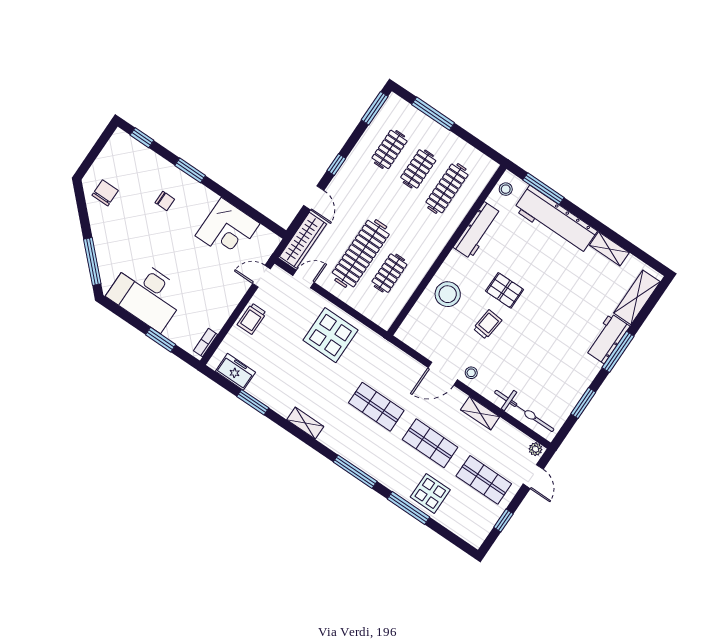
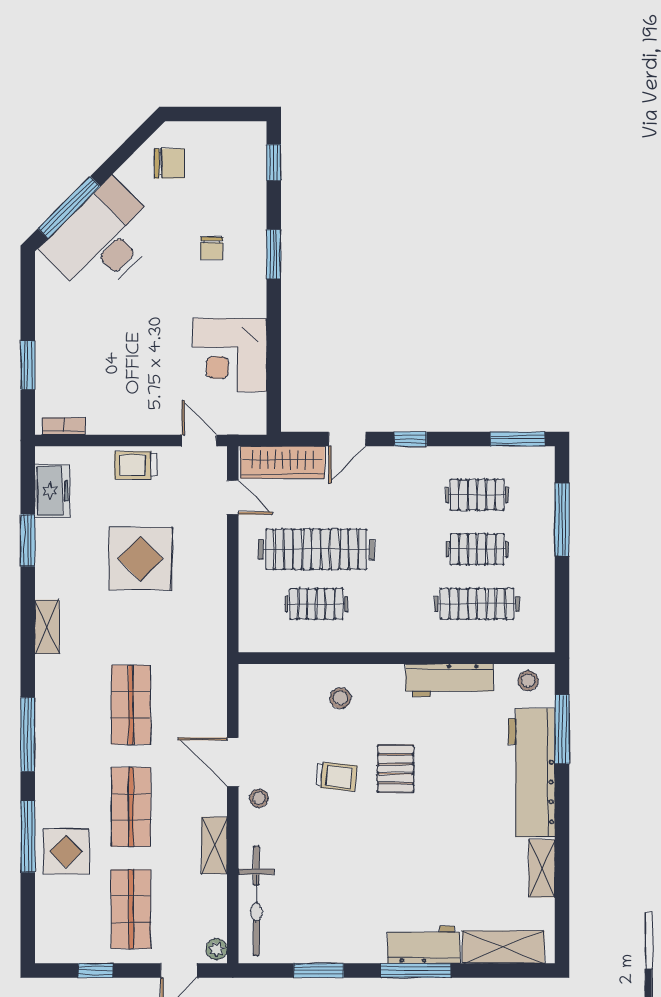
desk: (147, 294) -> (102, 240), moved, turned 45
stool: (448, 294) -> (340, 698), width x0.53, depth x0.53
display table: (330, 335) -> (140, 559), moved

